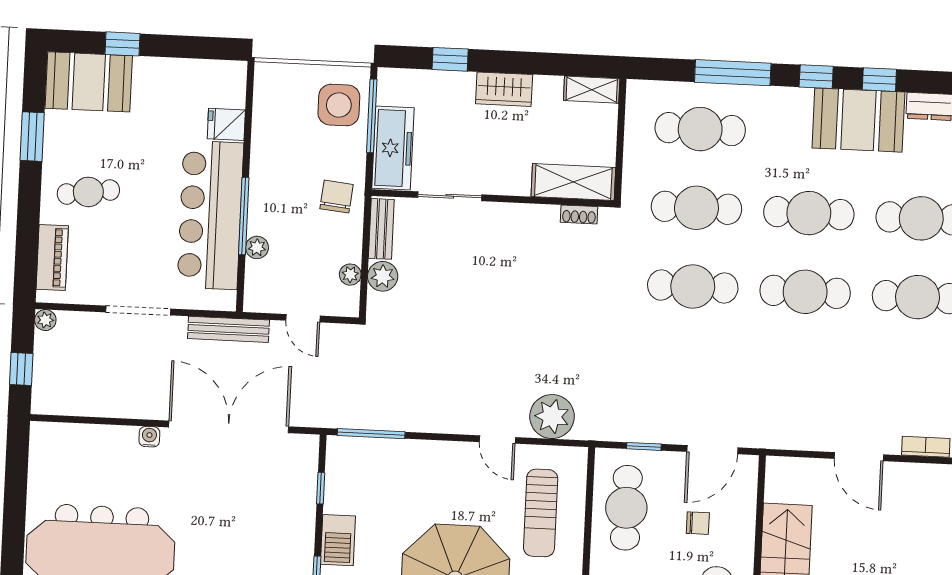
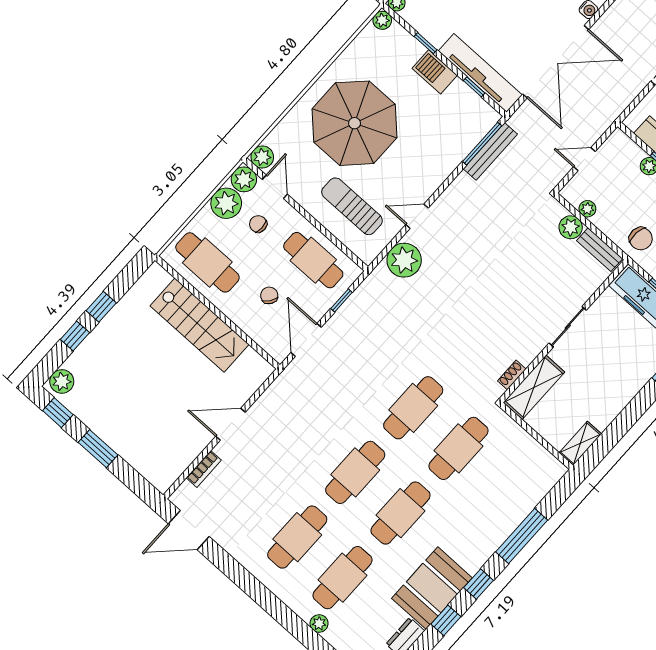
wardrobe: (504, 89) -> (623, 391), removed
cafe table: (700, 129) -> (504, 489), removed
sliding door: (450, 196) -> (568, 327), moved
bench: (228, 329) -> (490, 151), moved
tv unit: (302, 493) -> (480, 73), added
chair: (698, 523) -> (269, 295), turned 126

